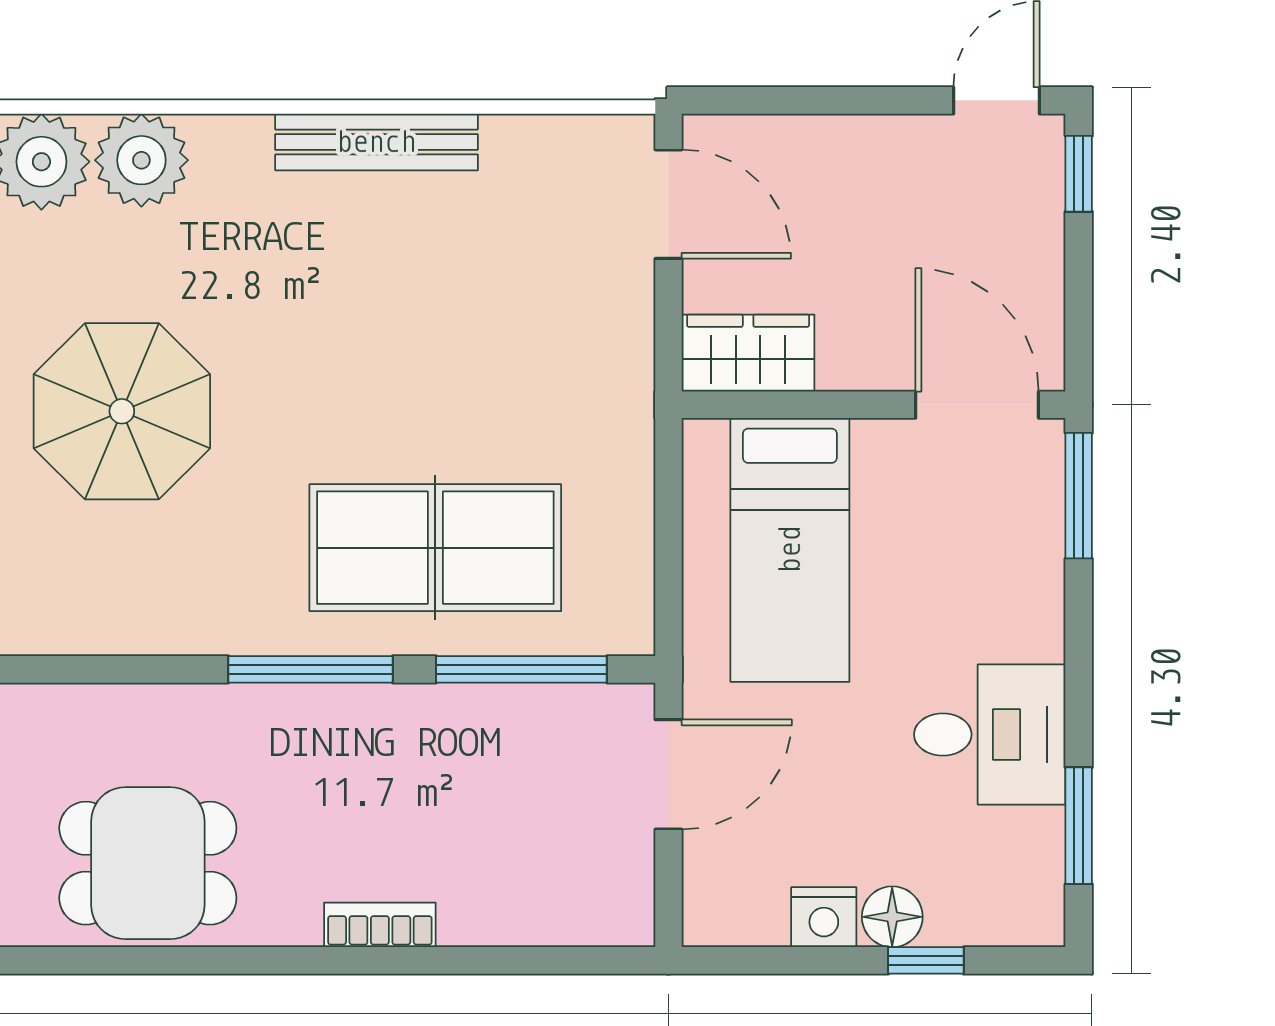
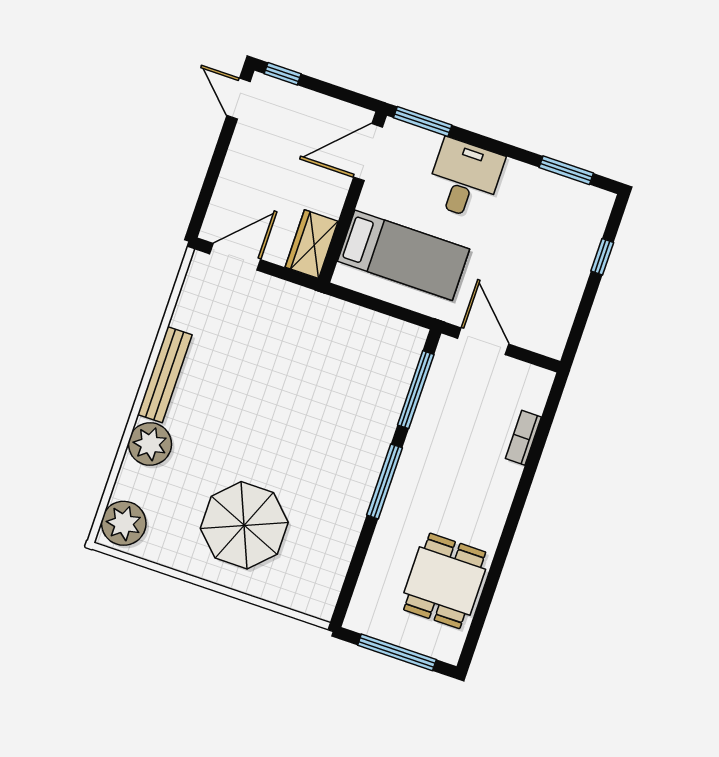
plant: (141, 160) -> (150, 444), moved
table tennis table: (435, 548) -> (350, 409), removed
desk: (990, 734) -> (465, 179), moved
nightstand: (824, 917) -> (568, 295), removed
floor lamp: (892, 917) -> (578, 265), removed
bookcase: (380, 925) -> (523, 438), moved

